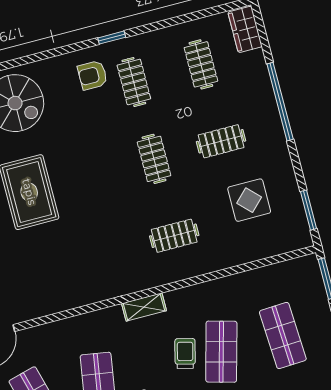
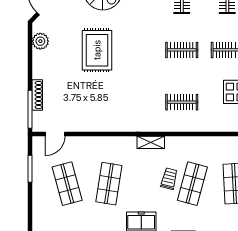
clothes rail: (154, 159) -> (182, 50), turned 90

